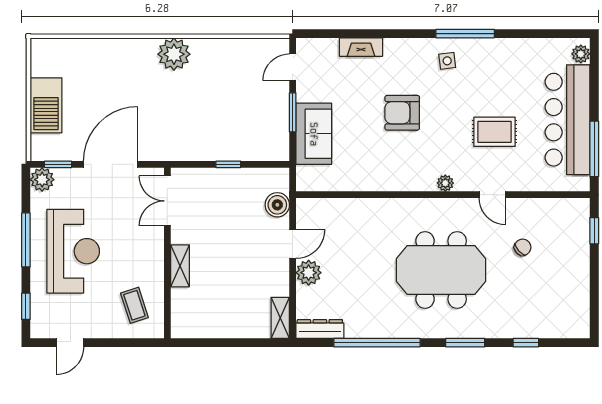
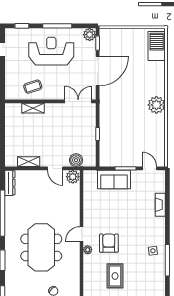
barbecue: (46, 105) -> (157, 46), moved, turned 90
armchair: (402, 113) -> (109, 243), moved
door: (111, 164) -> (98, 71), hinge flipped
door: (492, 195) -> (82, 234), moved
reception desk: (73, 251) -> (51, 51), turned 180
shelving: (180, 266) -> (33, 108), moved
plant: (309, 273) -> (73, 177), moved
coffee table: (134, 305) -> (33, 87), moved
shelving: (280, 318) -> (29, 162), moved

